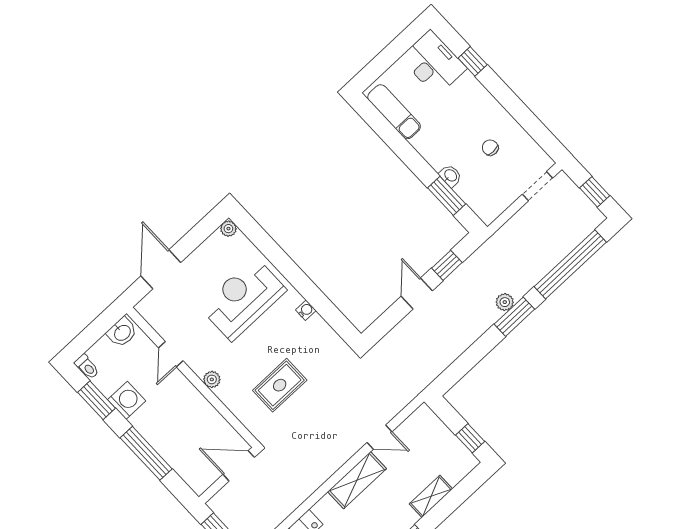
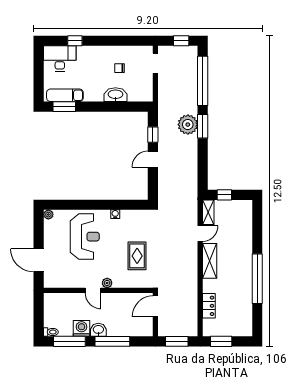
washbasin: (450, 176) -> (115, 95), width x1.91, depth x1.45
window: (447, 196) -> (64, 107), moved
door: (417, 293) -> (153, 159), hinge flipped
reception desk: (243, 299) -> (85, 237), turned 180
plant: (505, 302) -> (188, 125), width x1.87, depth x1.87
washbasin: (122, 332) -> (98, 330), moved, turned -90
door: (171, 354) -> (93, 290), moved
window: (97, 400) -> (69, 341), width x1.44
window: (470, 438) -> (224, 195), moved
shelving: (431, 496) -> (208, 212), moved

